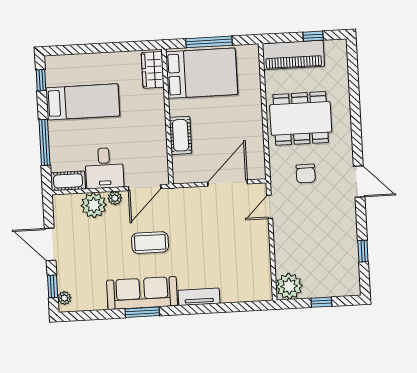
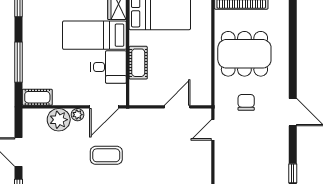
bed: (83, 102) -> (94, 35), moved, turned 180
desk: (104, 168) -> (109, 67), moved, turned -90
chair: (306, 174) -> (246, 102), turned 180
door: (228, 183) -> (177, 107), width x0.73

